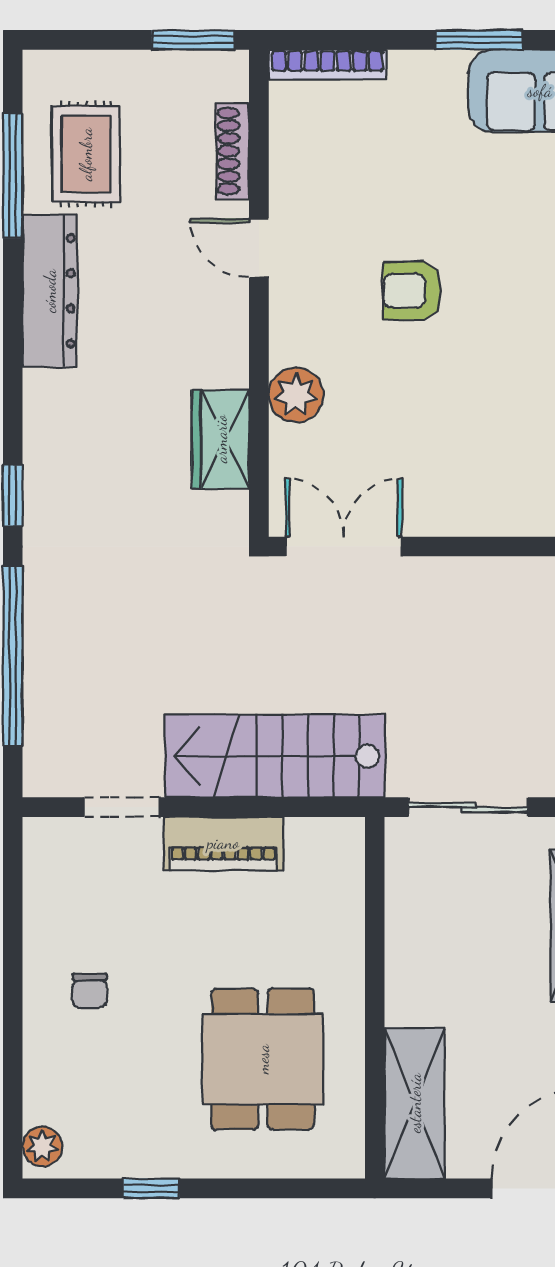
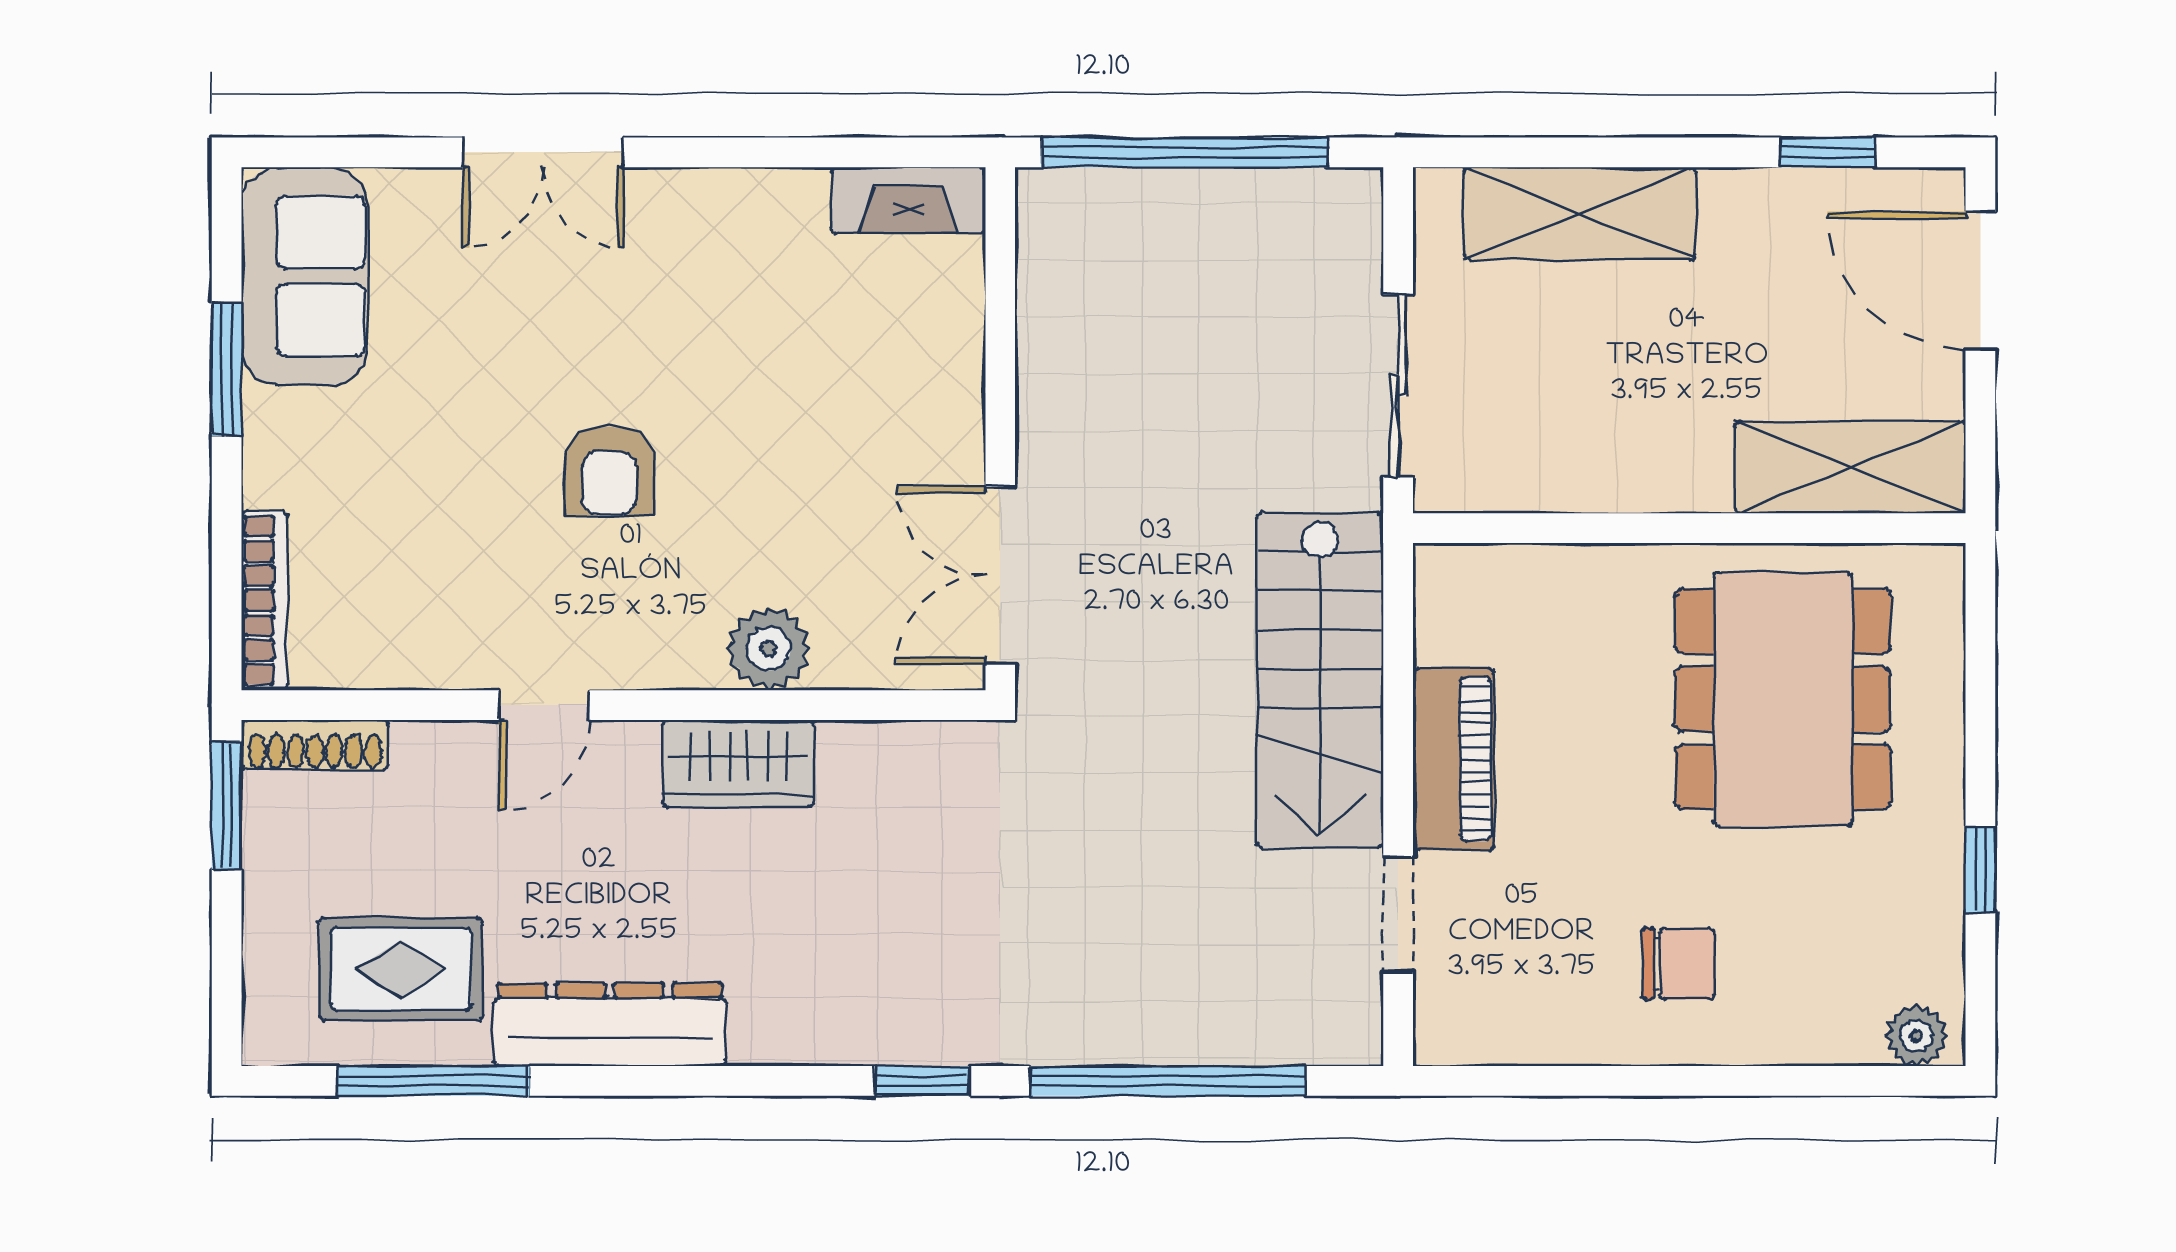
shoe rack: (233, 151) -> (315, 745), moved
wardrobe: (221, 439) -> (738, 764), moved
chair: (90, 991) -> (1678, 964), width x1.37, depth x1.37
dining table: (263, 1059) -> (1783, 699), width x1.38

